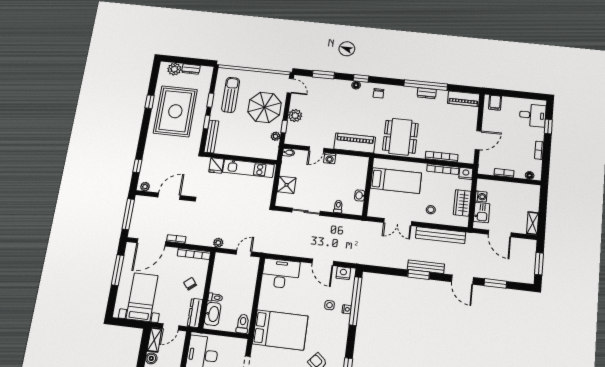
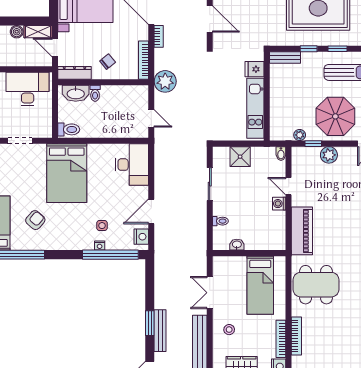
bench: (211, 137) -> (285, 58), width x0.73
plant: (218, 243) -> (165, 81), width x1.87, depth x1.87

